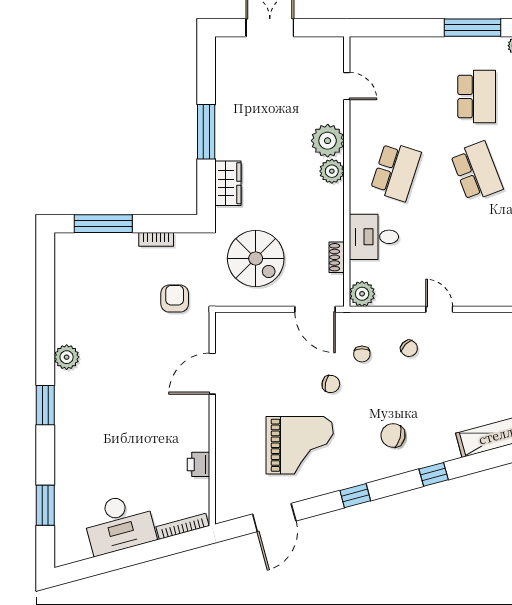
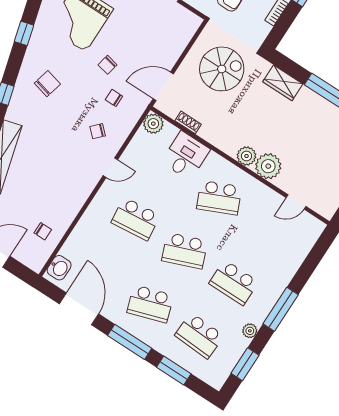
school desk: (396, 171) -> (219, 198), turned -42
school desk: (477, 246) -> (136, 219), added
spiral stairs: (256, 258) -> (222, 69), turned 180

